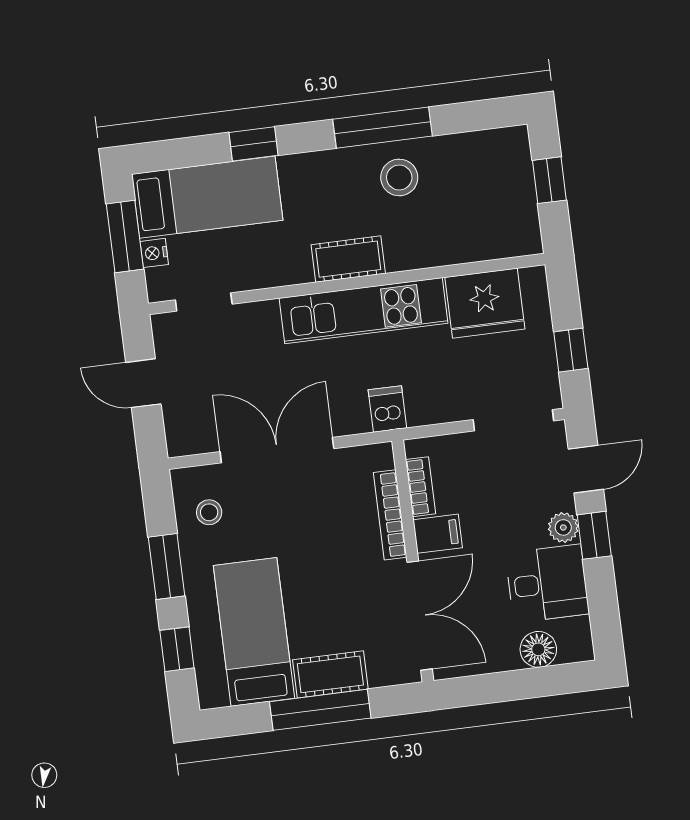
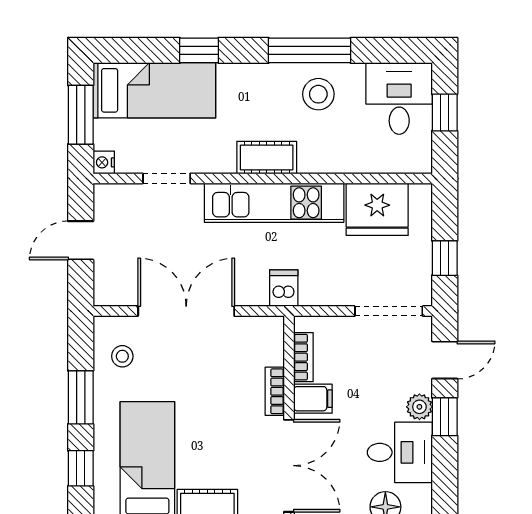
desk: (494, 171) -> (399, 98), added
nightstand: (154, 253) -> (104, 162), moved
doorway: (204, 302) -> (167, 178), moved
door: (143, 383) -> (81, 240), hinge flipped
bookcase: (390, 515) -> (275, 391), width x0.64

